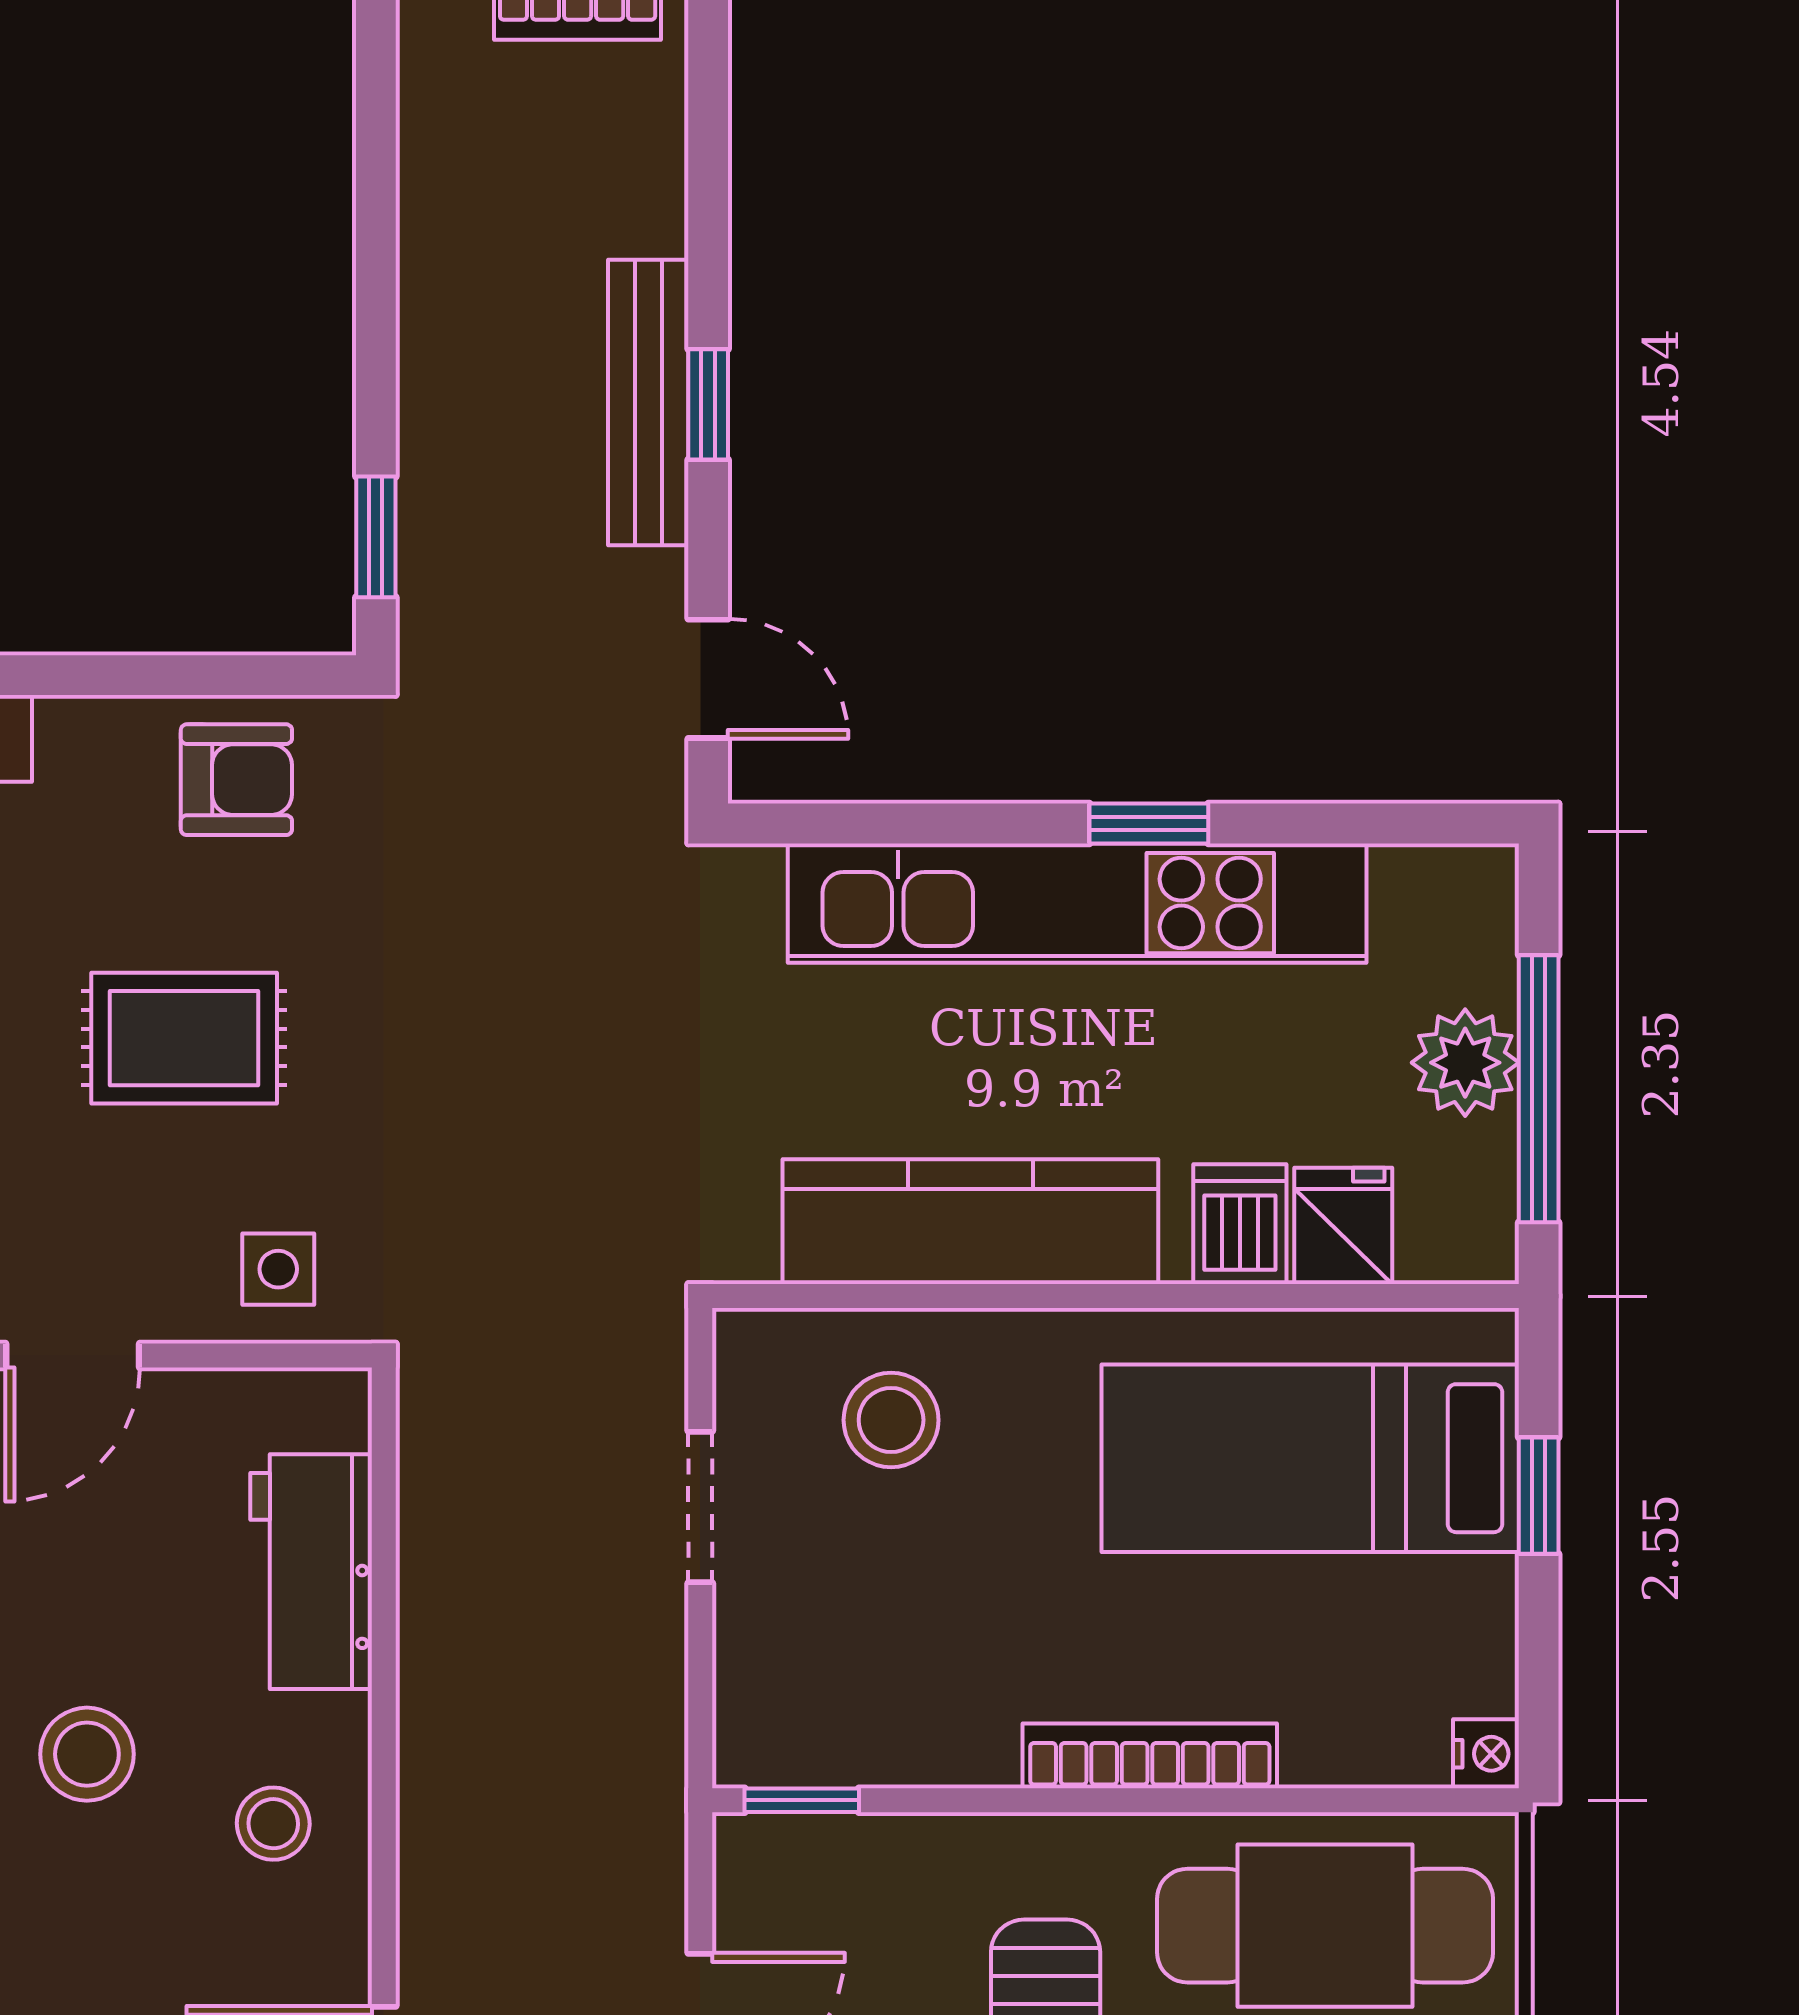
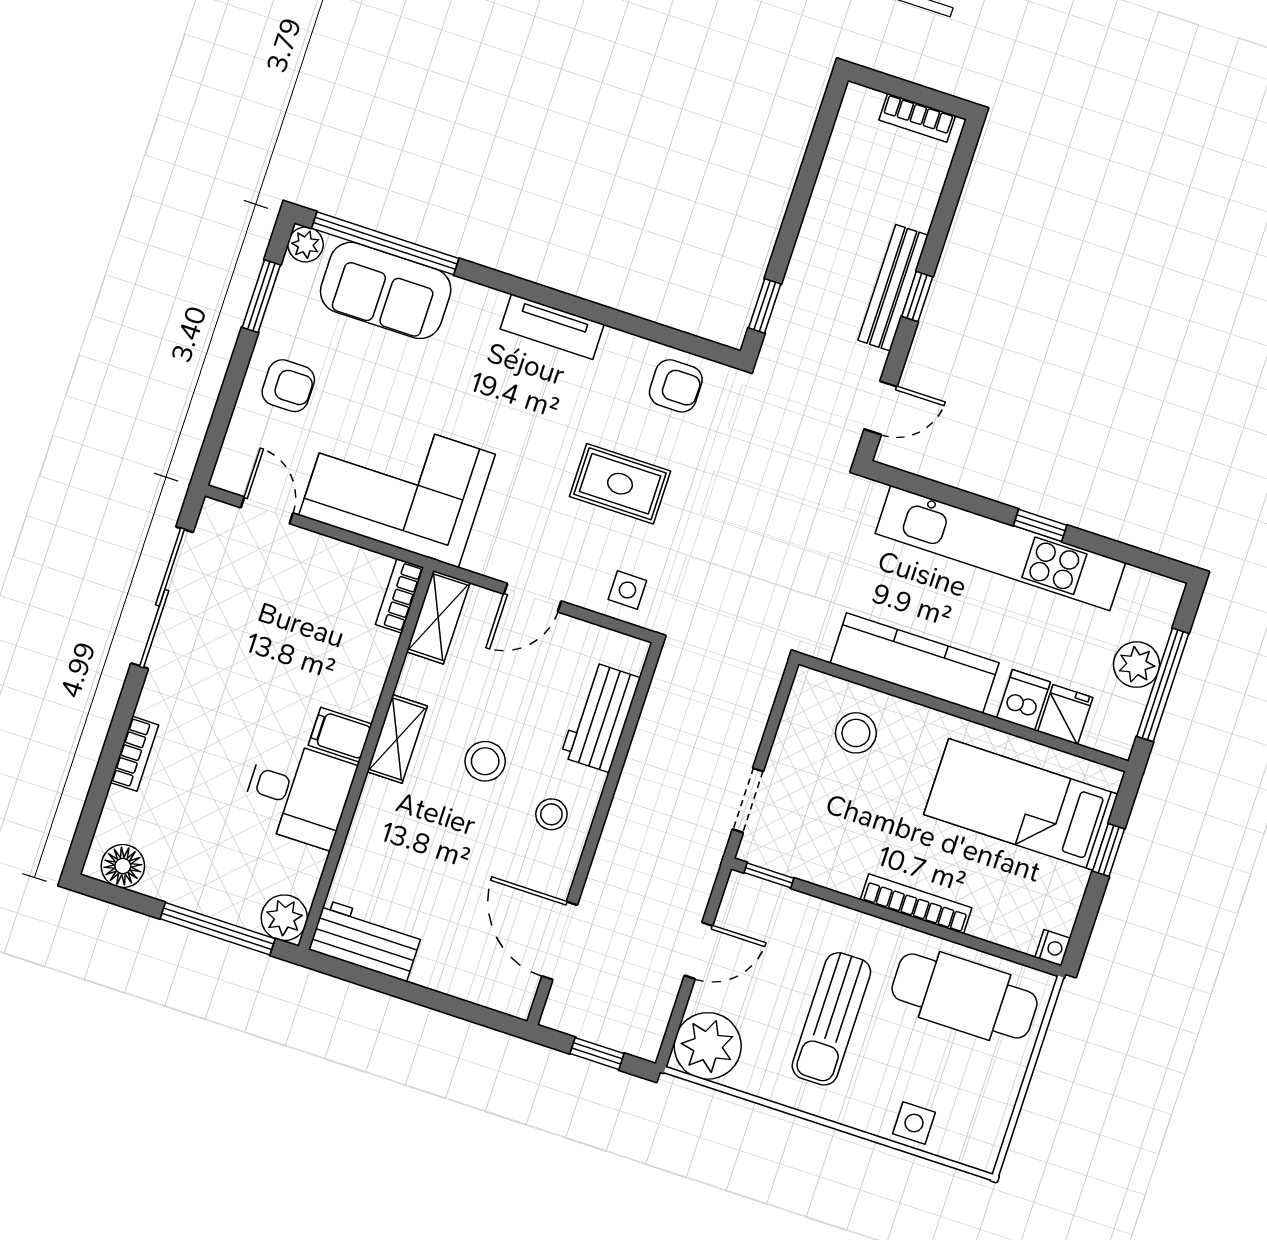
door: (708, 679) -> (881, 408), hinge flipped
doorway: (700, 1507) -> (748, 800), moved

